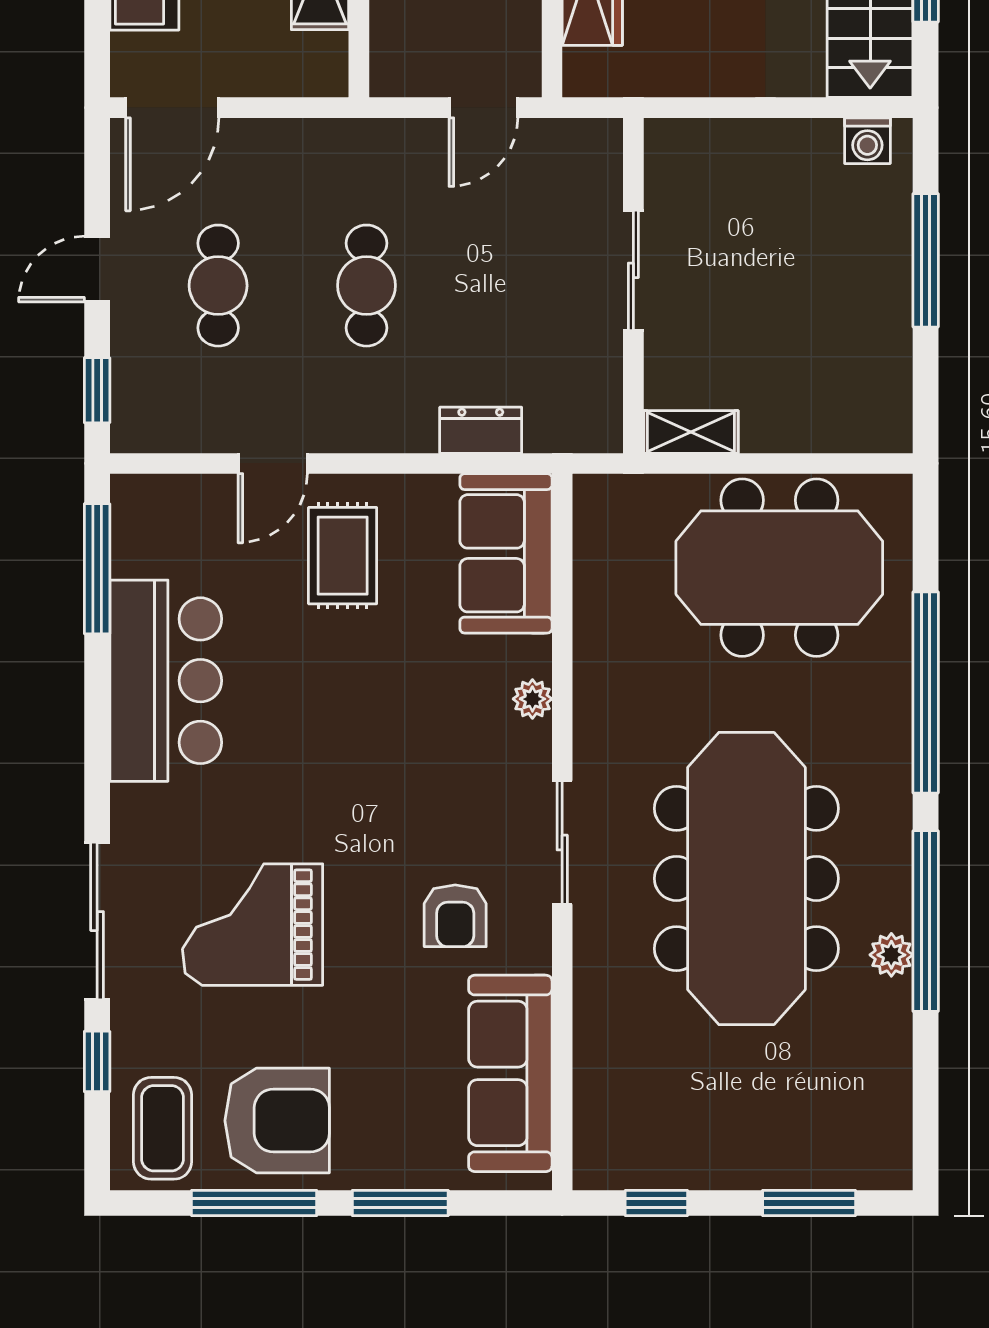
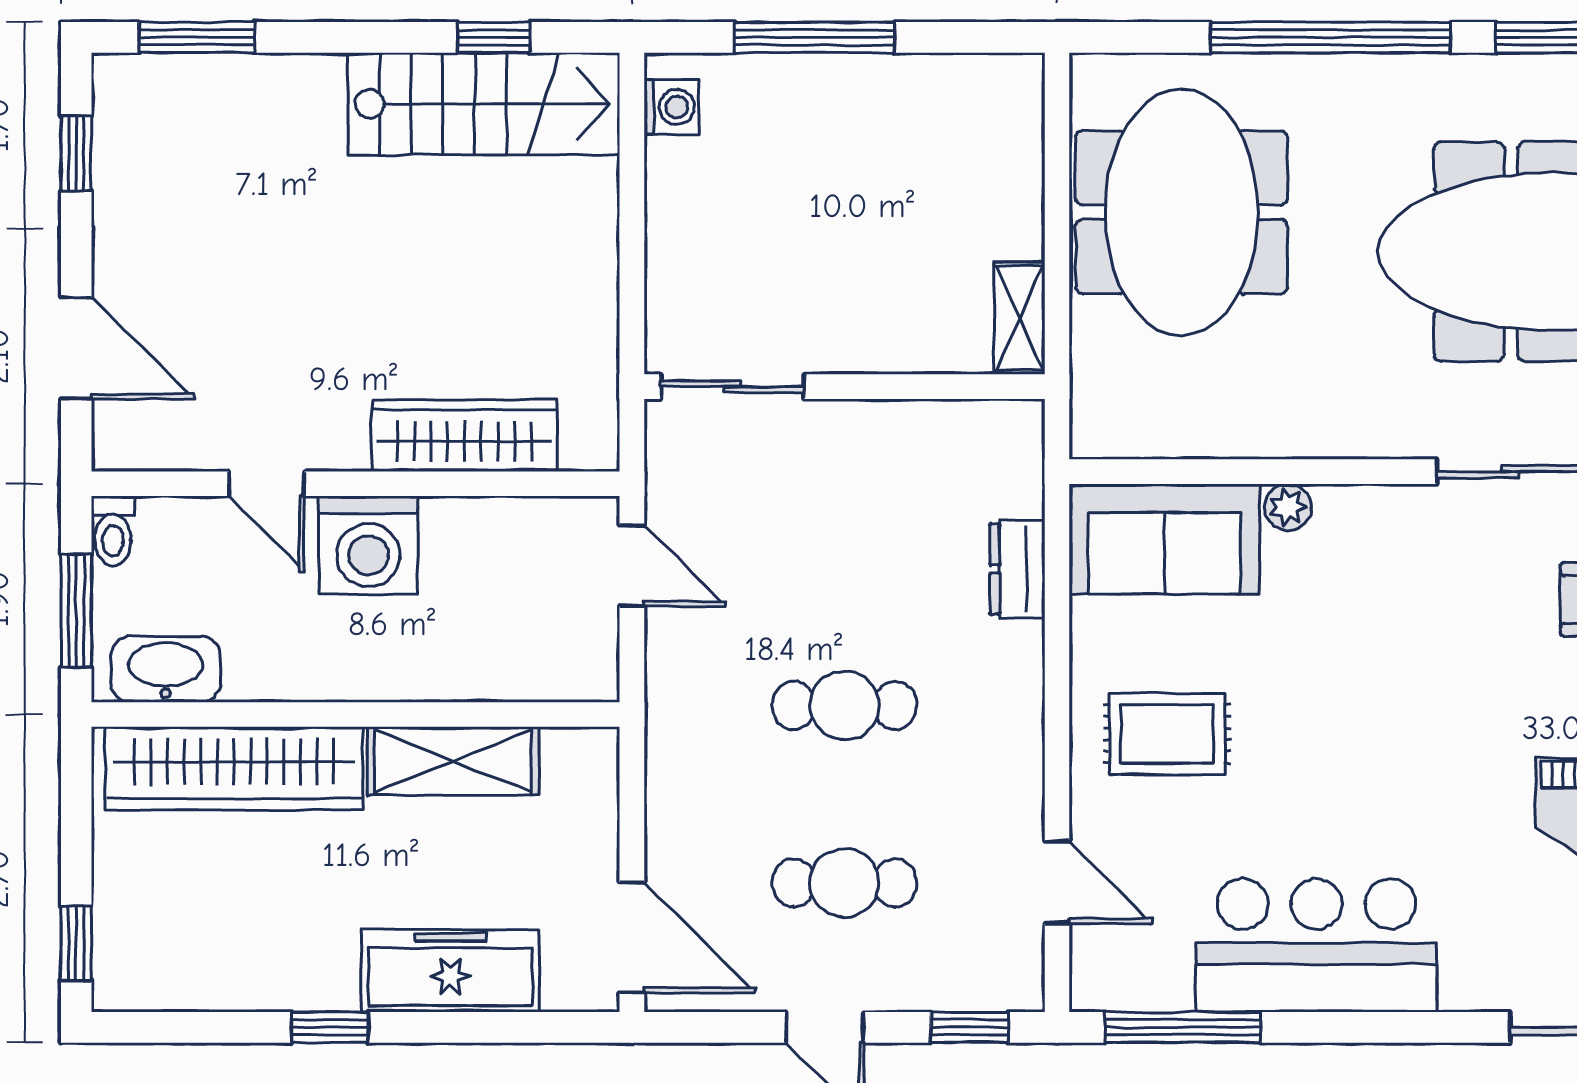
sliding door: (633, 270) -> (732, 387), moved
door: (273, 463) -> (1057, 882), moved
plant: (532, 699) -> (1288, 507), moved

